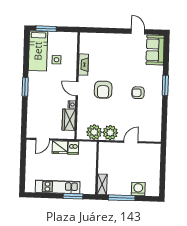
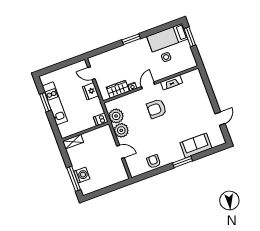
sofa: (155, 50) -> (196, 145), moved
armchair: (138, 93) -> (154, 161), moved
dishwasher: (73, 148) -> (101, 119), moved
window: (73, 196) -> (45, 102), moved
window: (122, 198) -> (74, 179), moved

